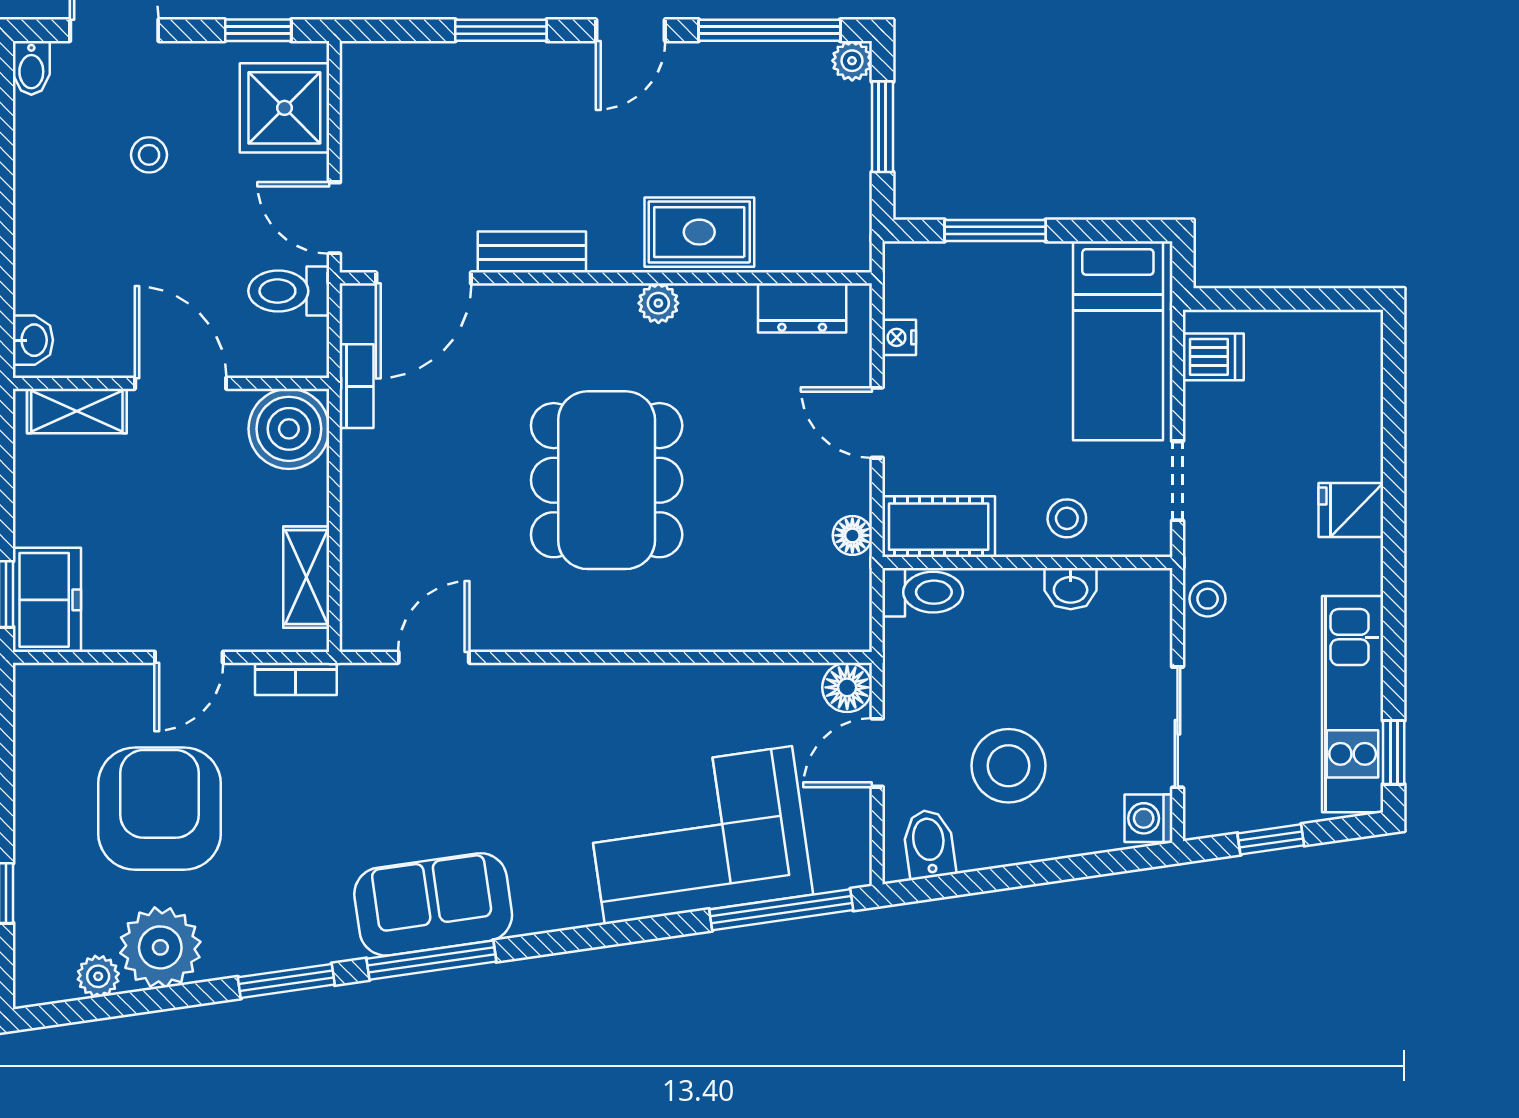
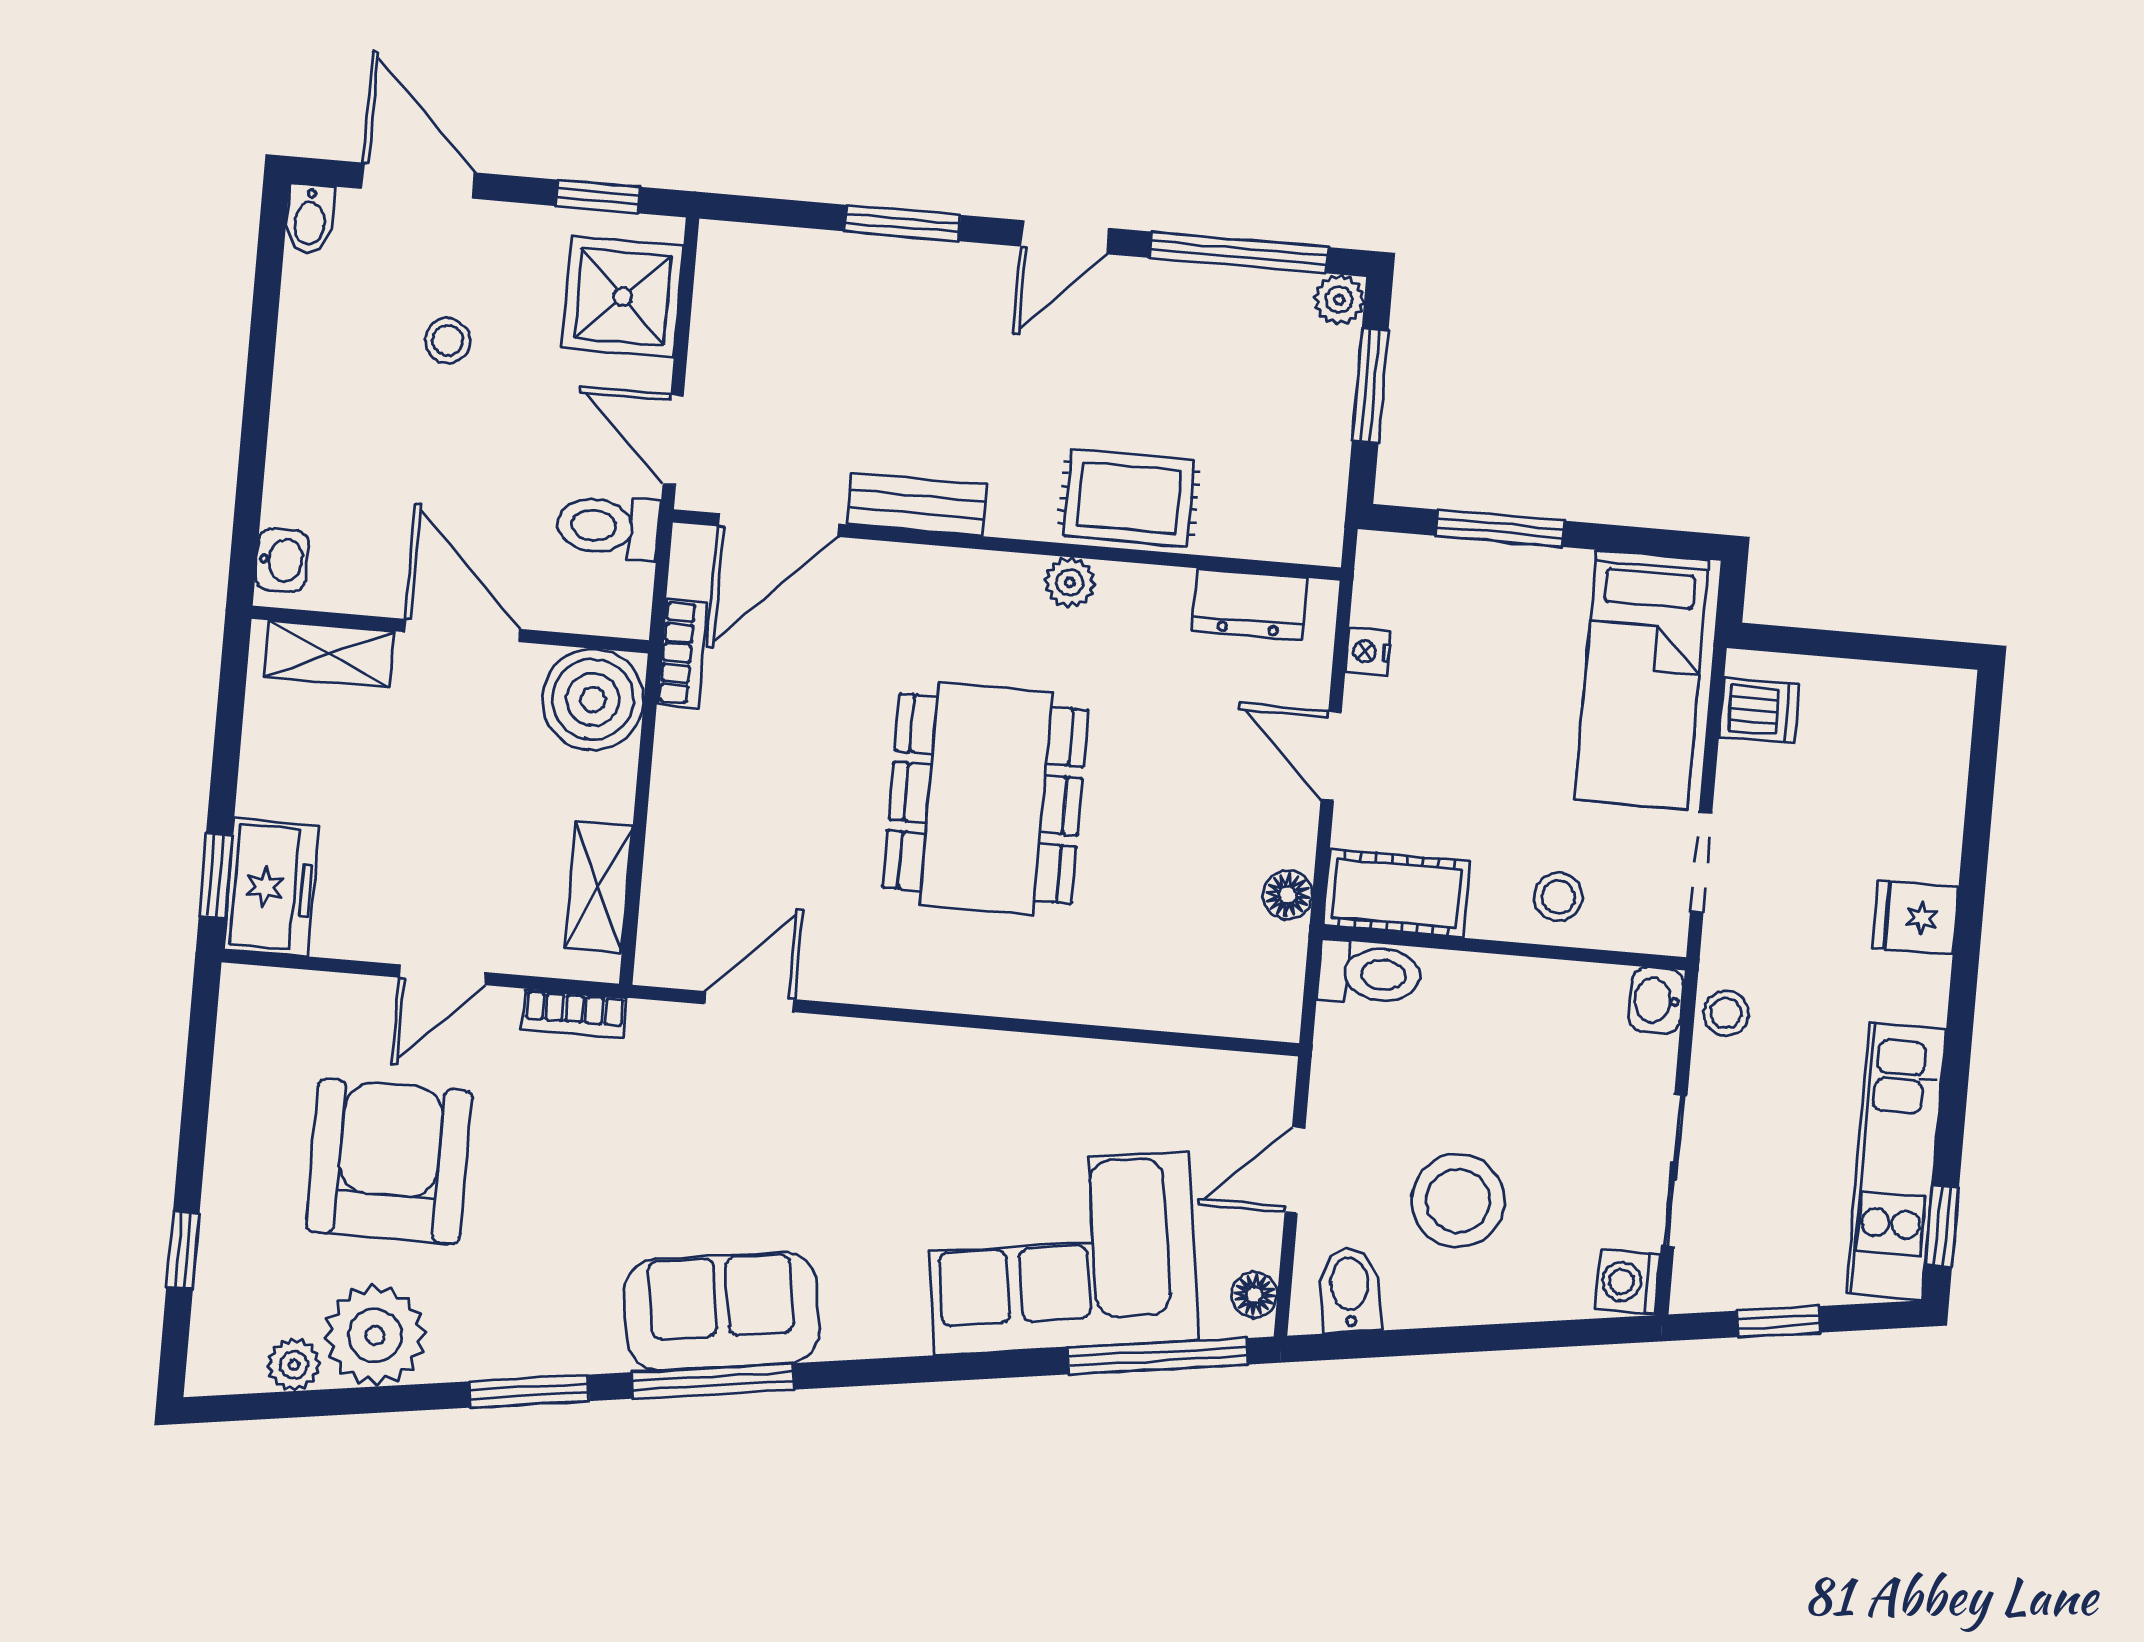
washbasin: (1071, 589) -> (1656, 1000), moved, turned 90
floor lamp: (847, 687) -> (1254, 1295), moved, width x0.73, depth x0.73

